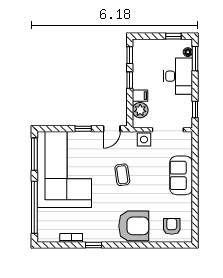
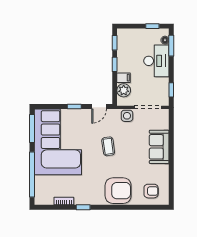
armchair: (172, 226) -> (151, 191), turned 90

